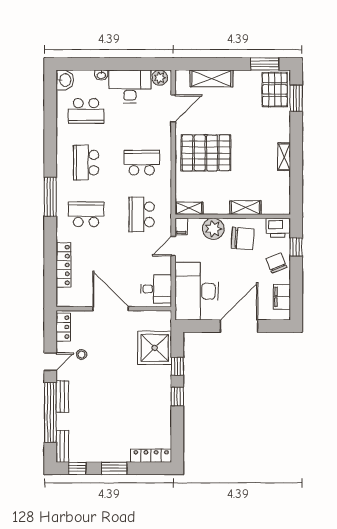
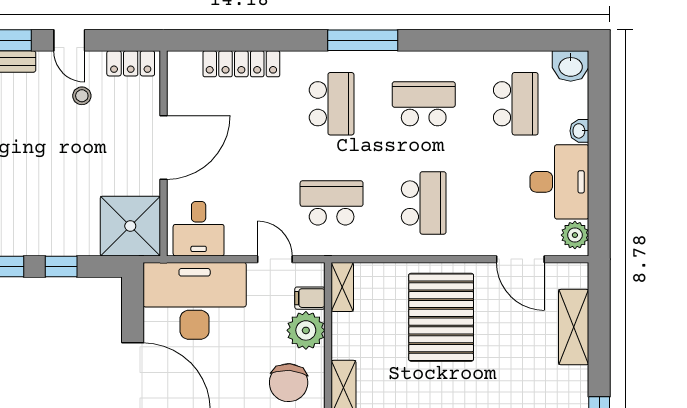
school desk: (86, 111) -> (516, 104), turned 180
filing cabinet: (181, 226) -> (310, 298), moved
shower: (155, 348) -> (130, 226), moved

